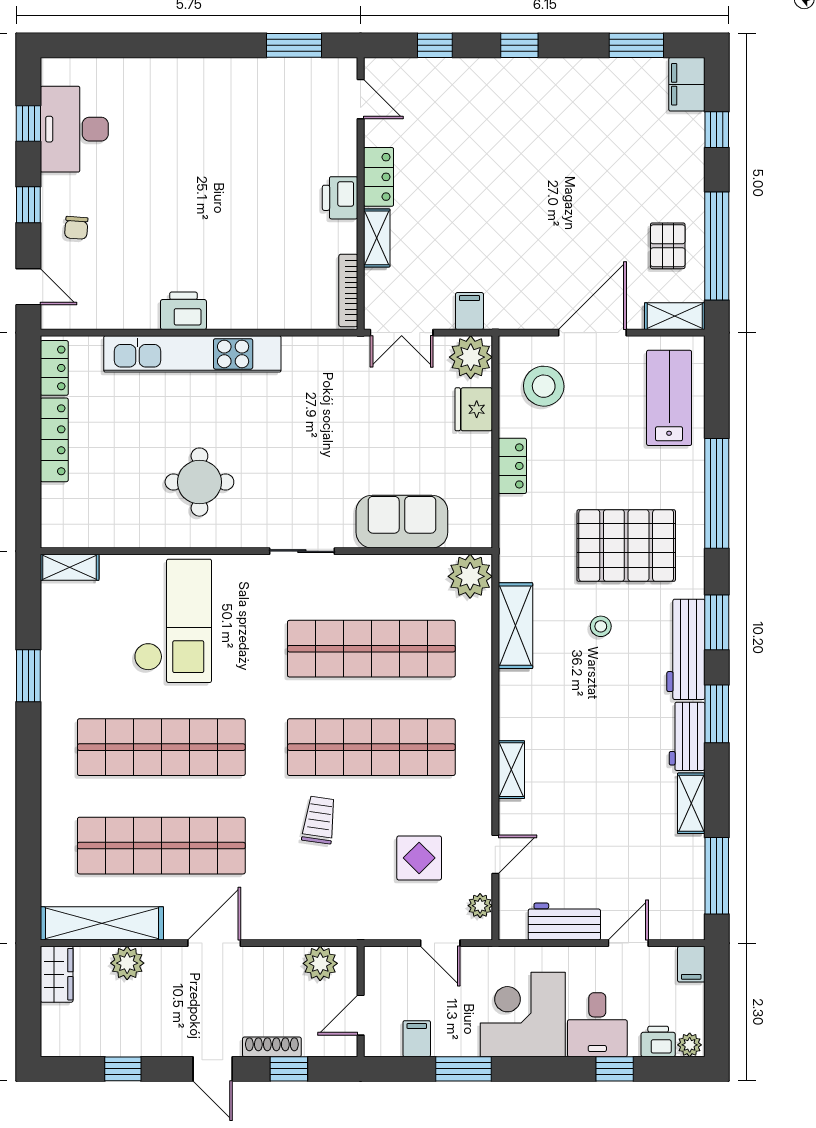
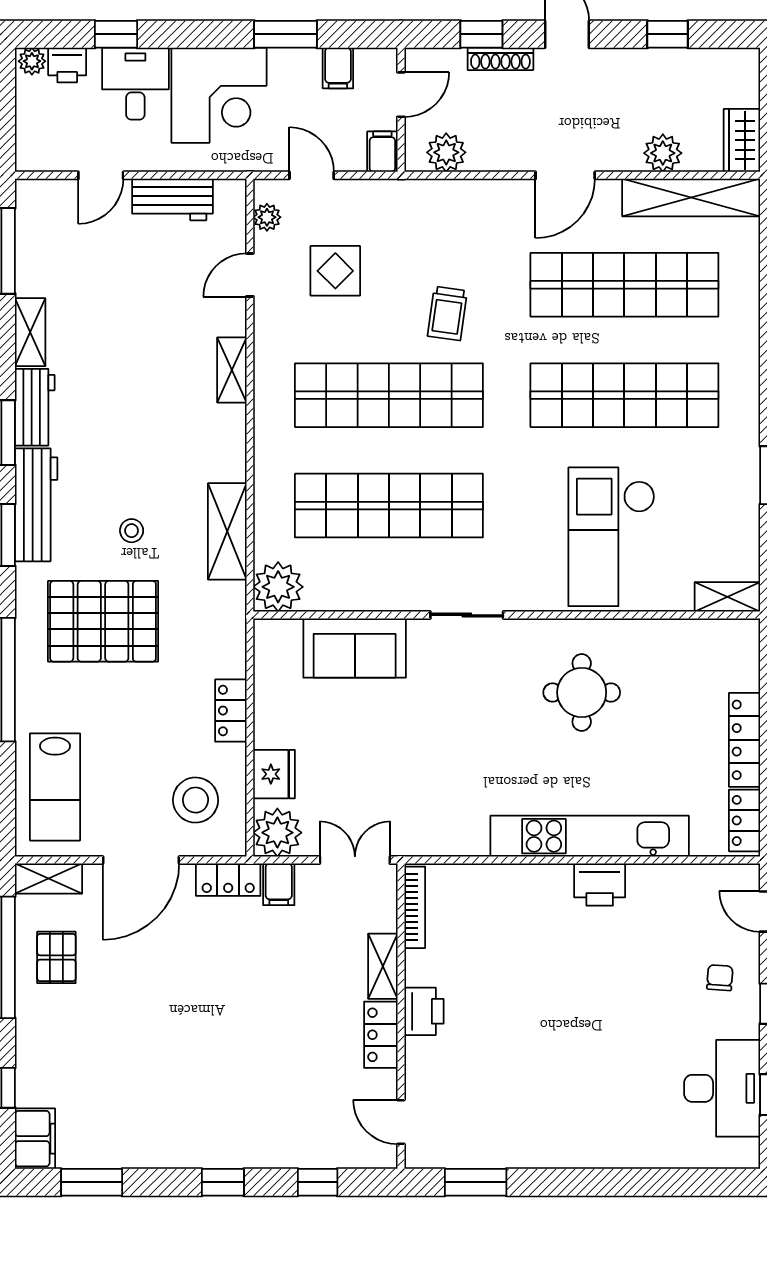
locker: (515, 315) -> (228, 880), added
filing cabinet: (691, 964) -> (382, 152), moved

